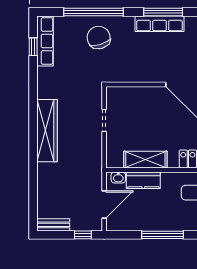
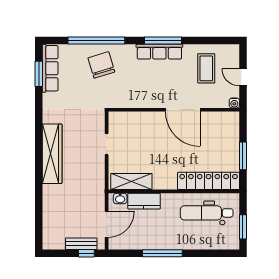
window: (33, 47) -> (39, 74), width x1.50
shelving: (145, 160) -> (131, 181), moved
bench: (53, 225) -> (81, 244), moved

